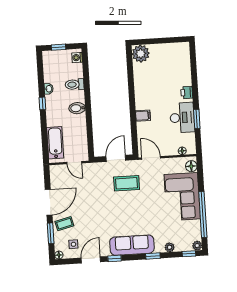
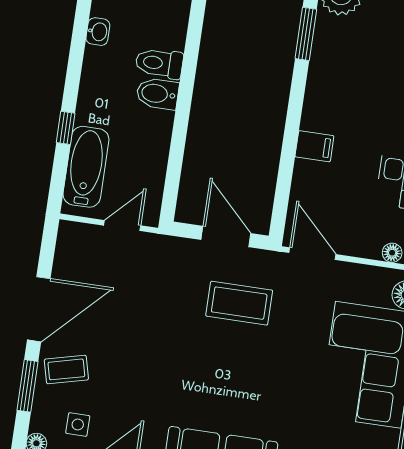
window: (130, 72) -> (306, 34), added
toilet: (75, 84) -> (159, 63), moved
window: (42, 103) -> (66, 128), moved
door: (116, 158) -> (226, 237), hinge flipped
door: (74, 163) -> (122, 226), swing flipped

